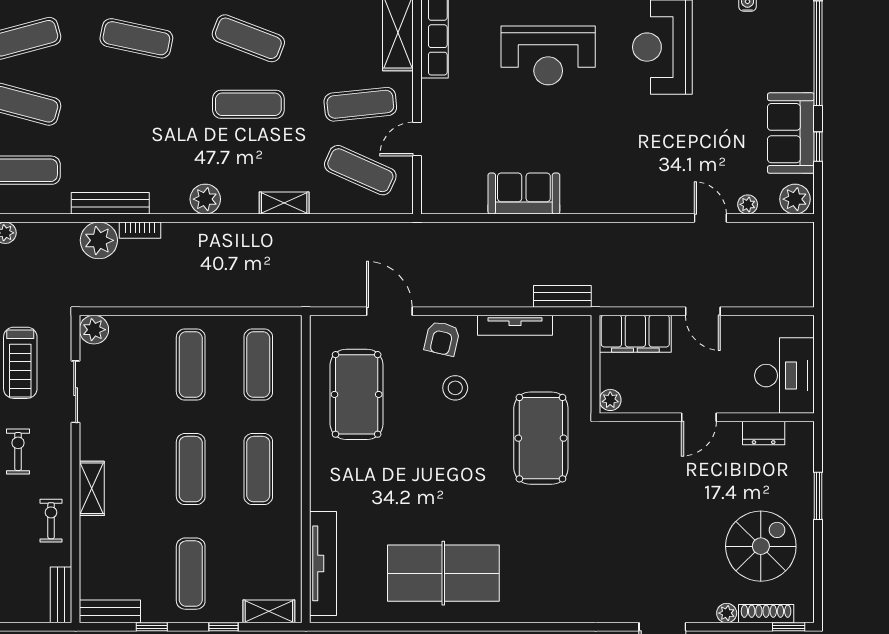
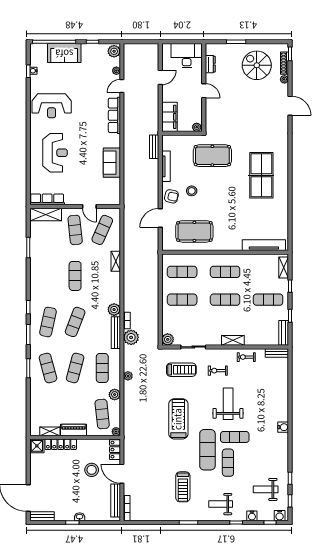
exercise mat: (248, 38) -> (75, 322), moved
sofa: (791, 133) -> (64, 53), moved
plant: (205, 199) -> (114, 310), moved
row of seats: (639, 200) -> (114, 115), added
door: (703, 311) -> (160, 77), moved
table tennis table: (443, 573) -> (261, 175), moved

